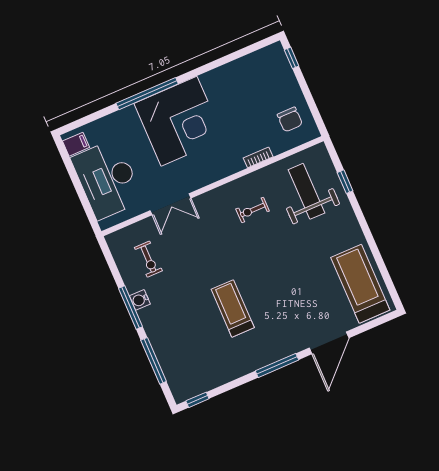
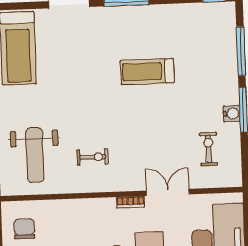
bookcase: (258, 157) -> (131, 202), moved
treadmill: (233, 308) -> (147, 72), turned 90

